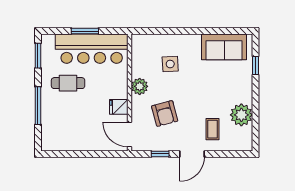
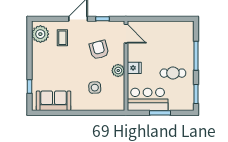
bar counter: (92, 49) -> (148, 99), width x0.73
fridge: (119, 107) -> (134, 68), moved
plant: (241, 115) -> (40, 34), moved

